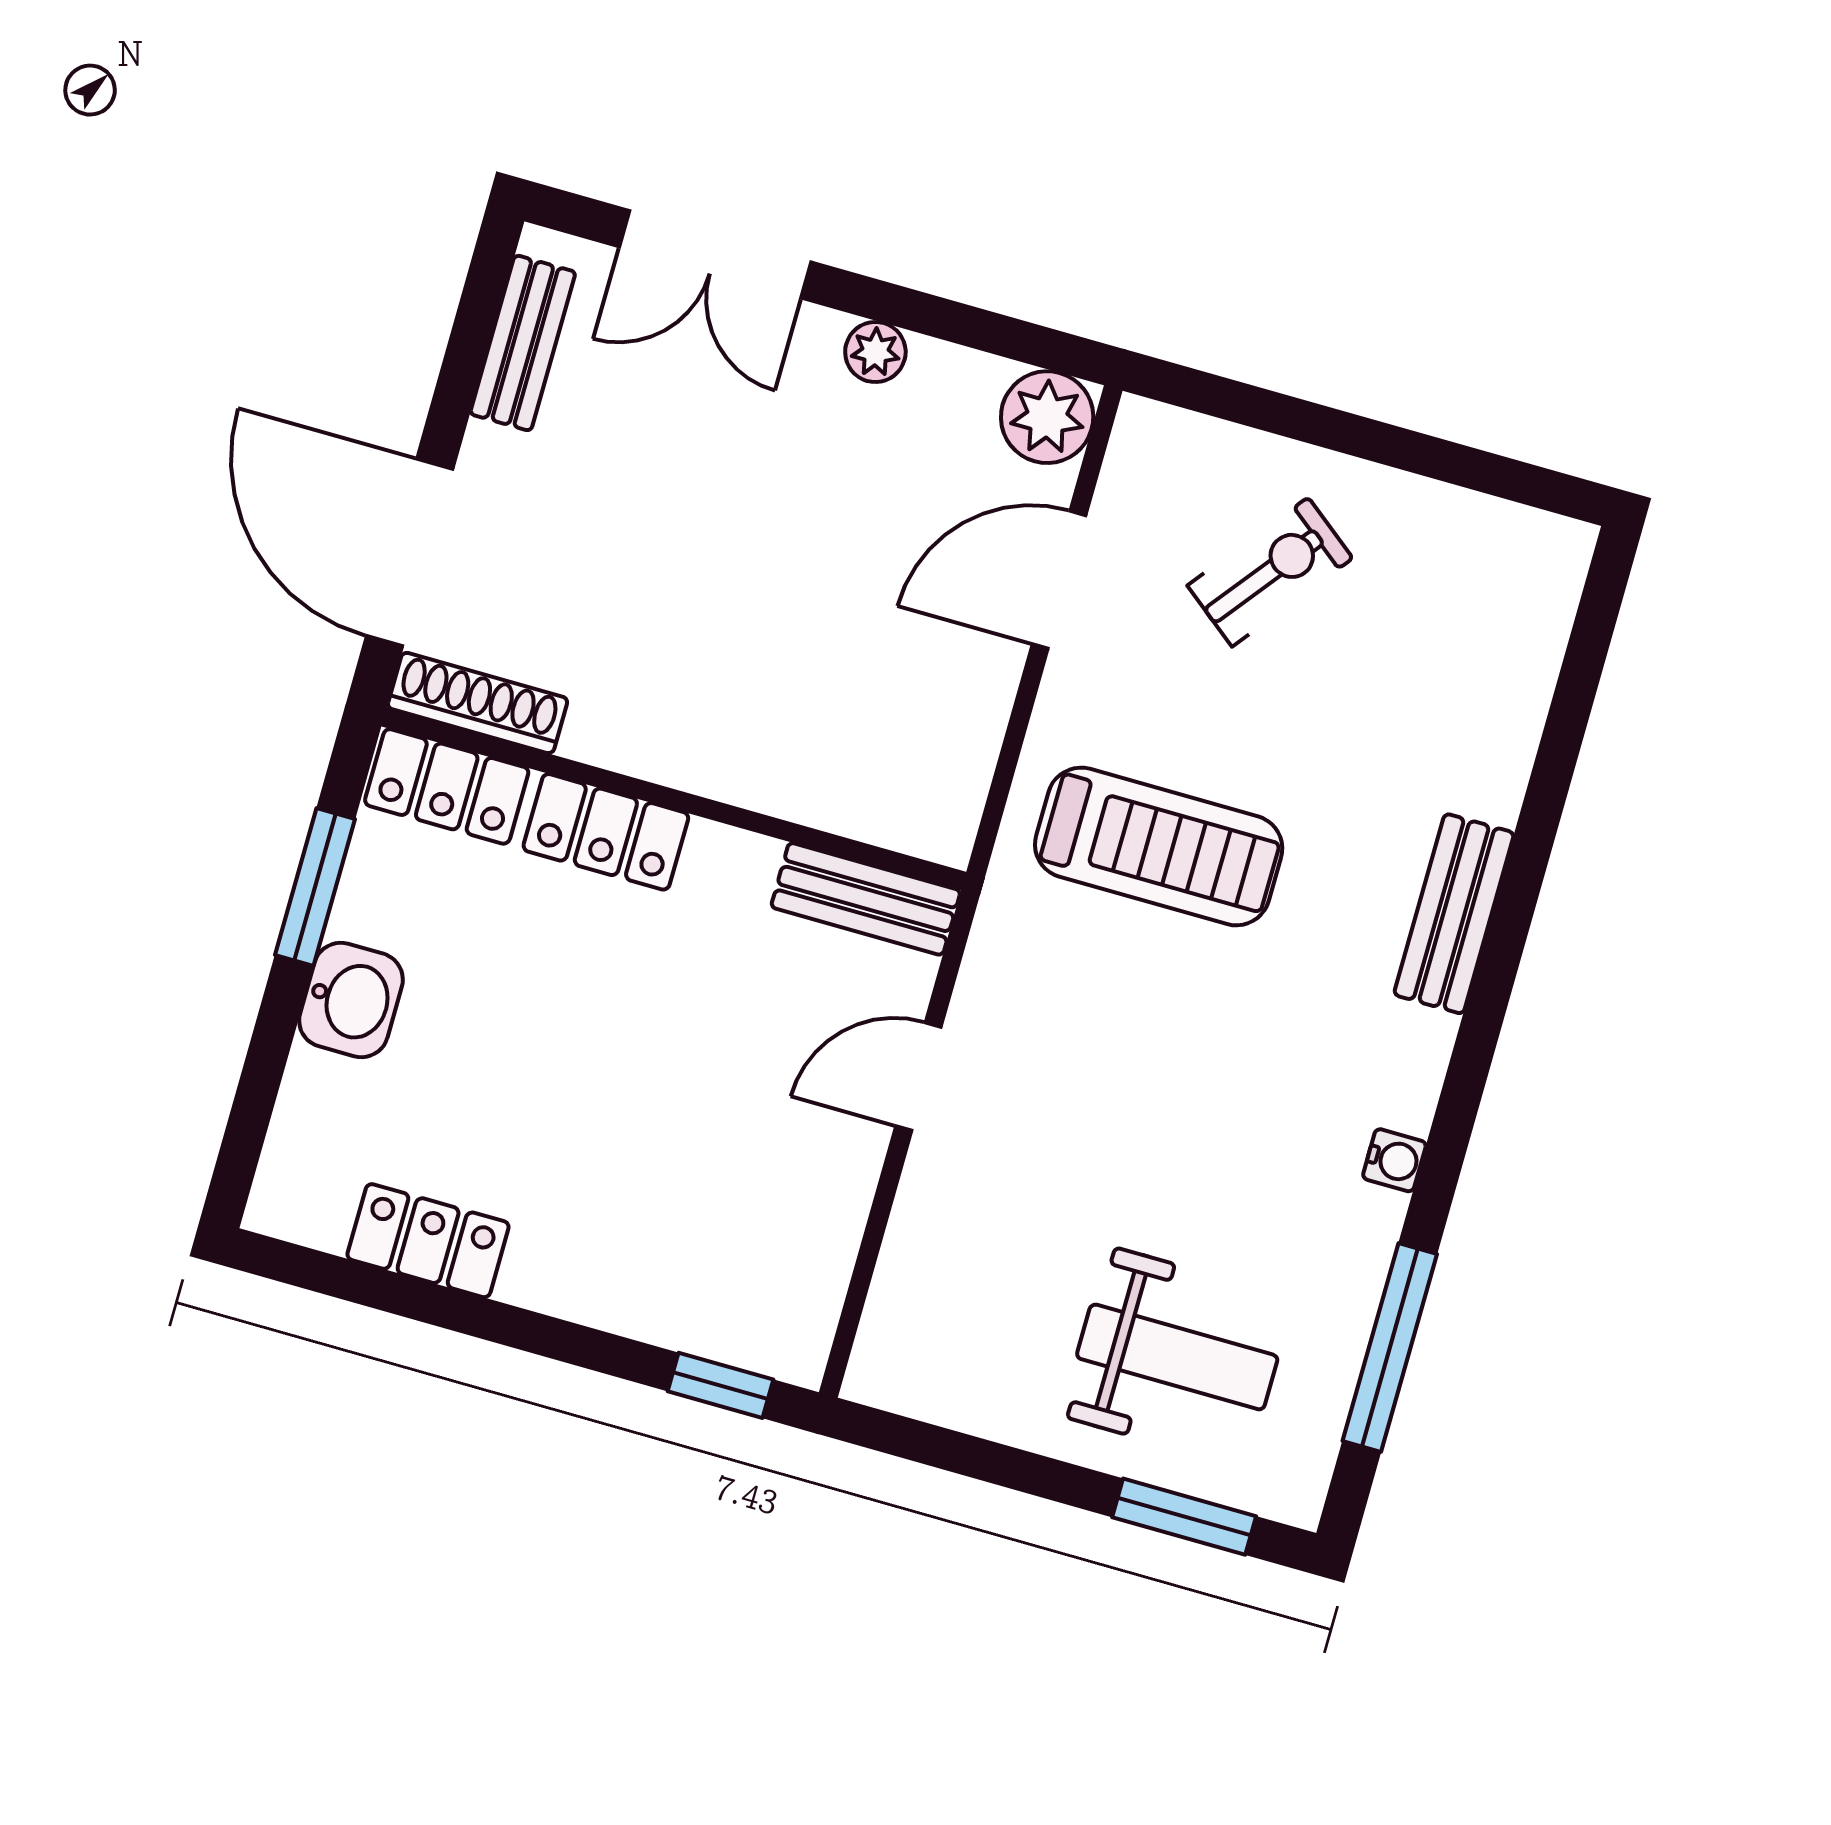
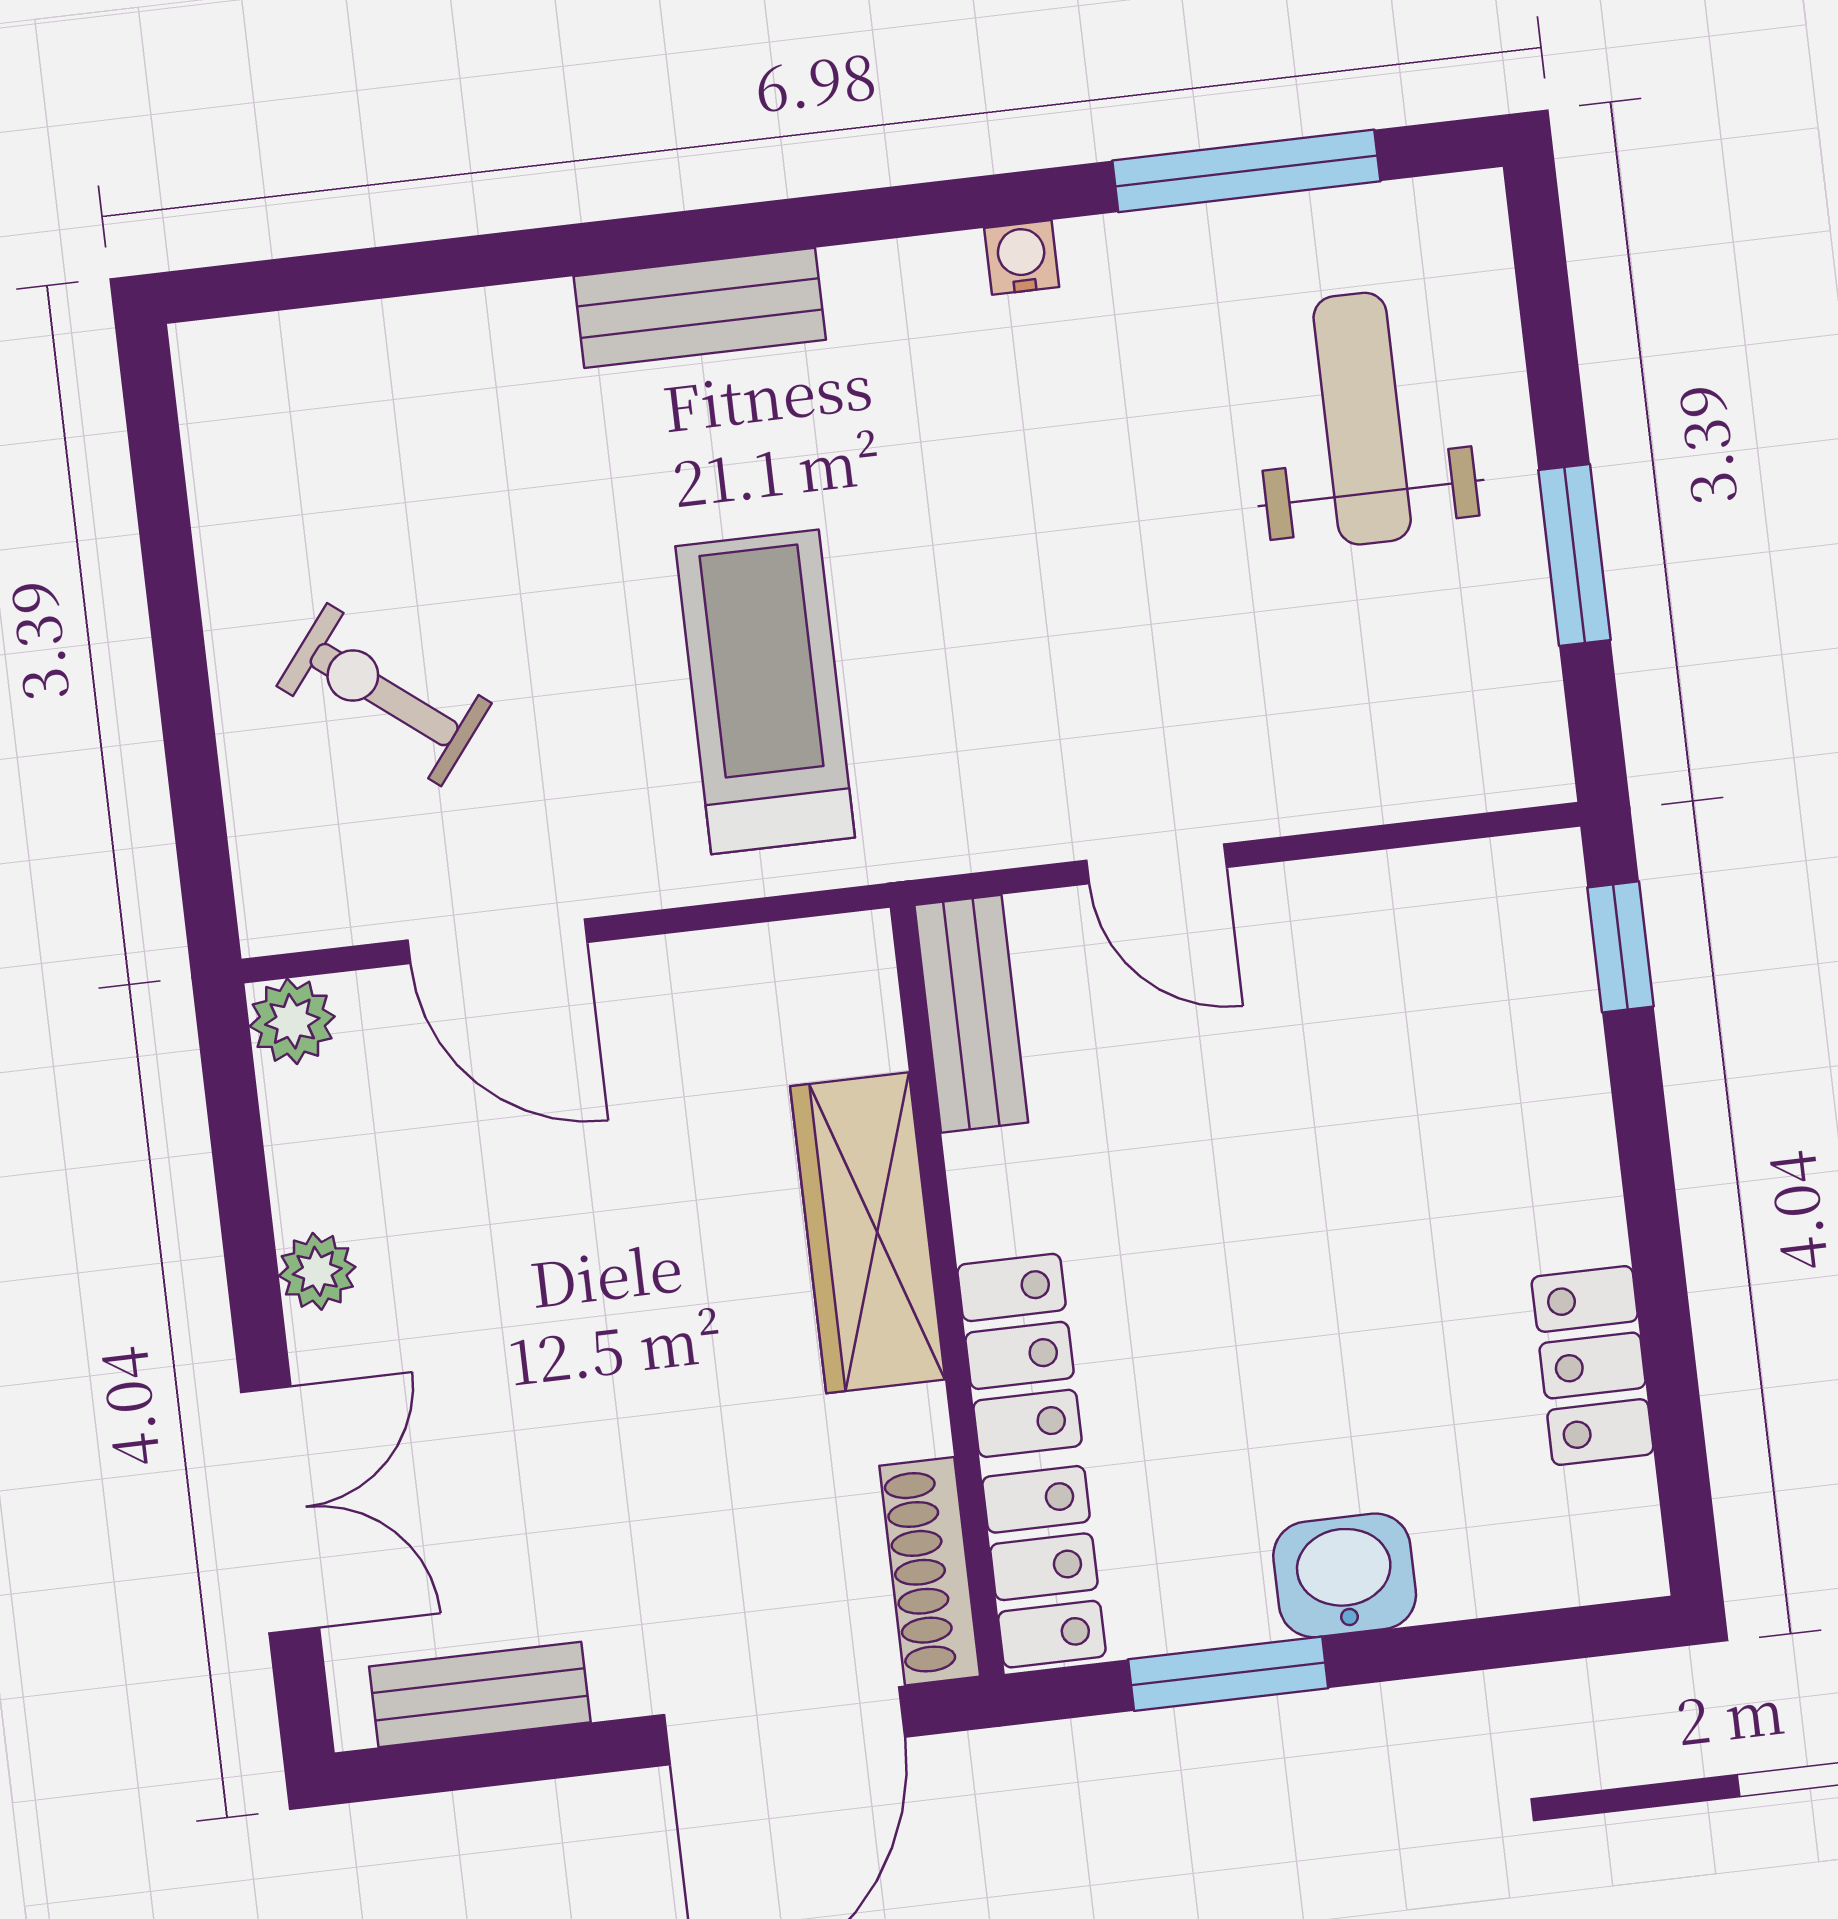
plant: (1047, 417) -> (292, 1021), width x0.73, depth x0.73
wardrobe: (739, 759) -> (868, 1233), added
window: (1184, 1517) -> (1575, 555), moved

